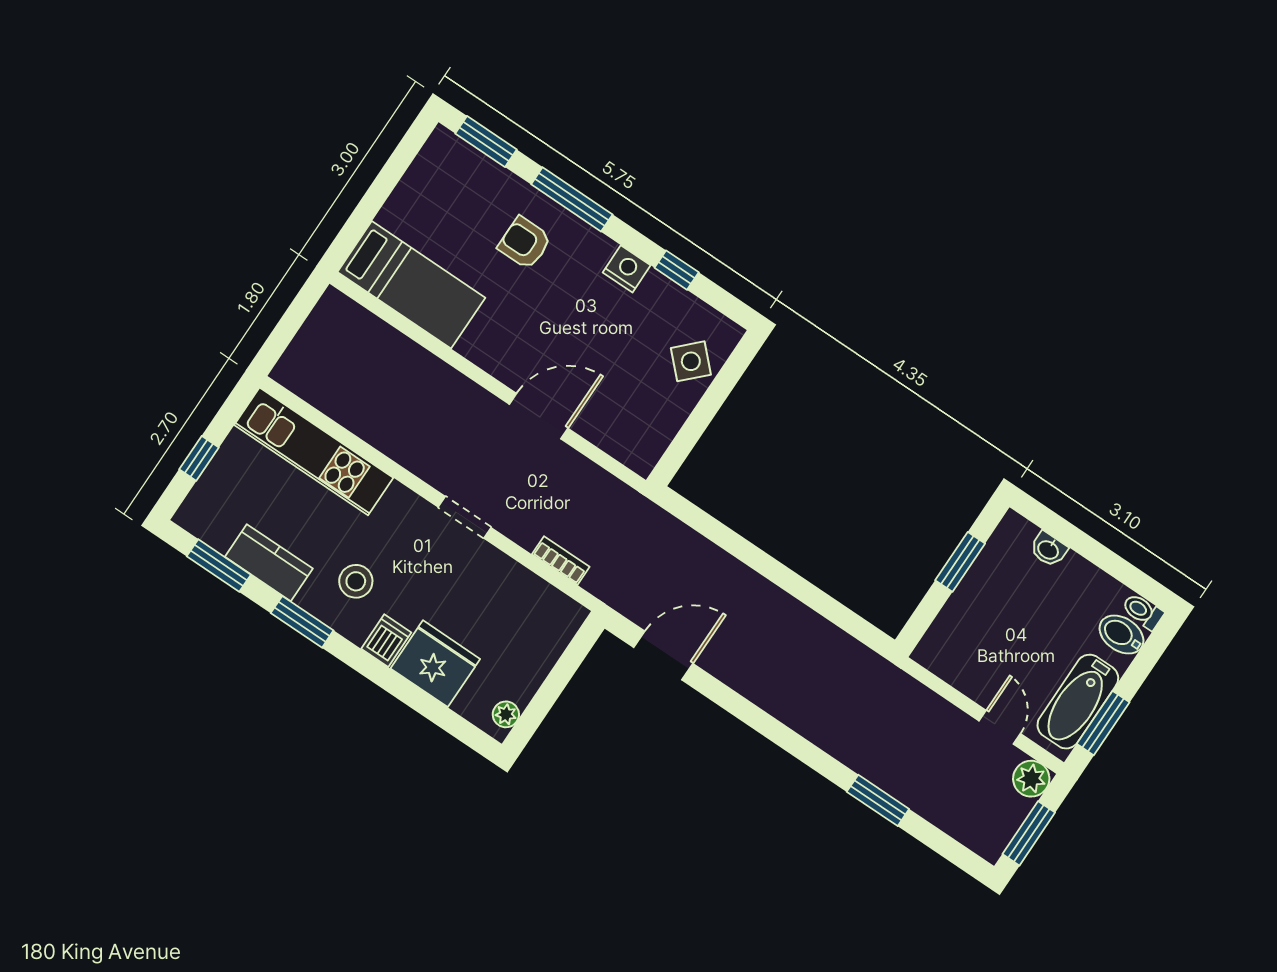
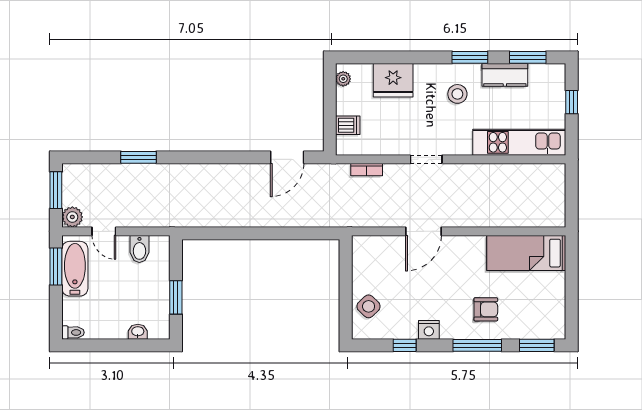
bidet: (1122, 635) -> (139, 249), moved, turned 90
dishwasher: (386, 641) -> (348, 125), moved, turned -90

